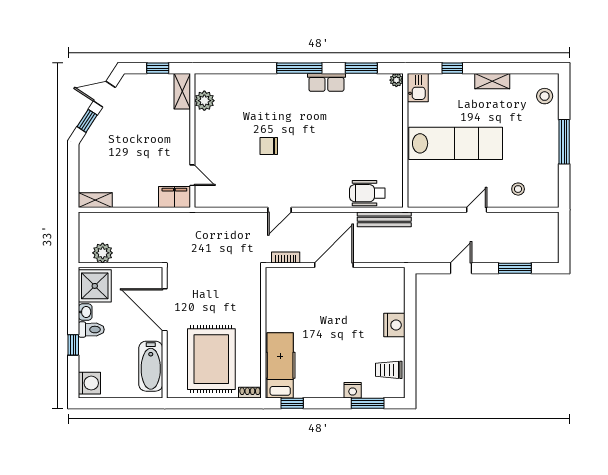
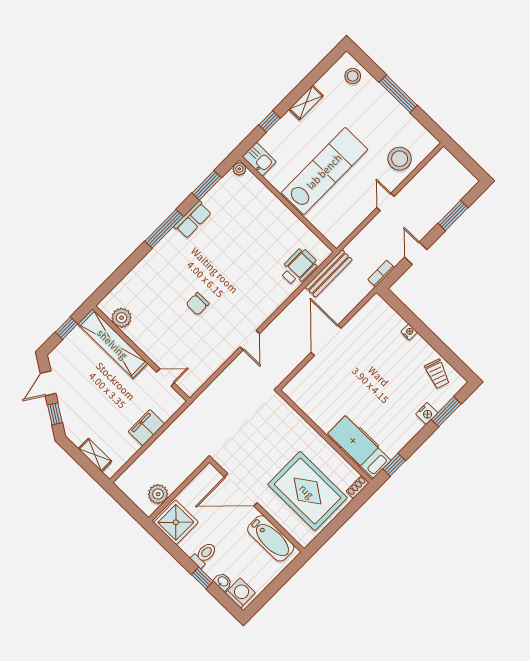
shelving: (182, 91) -> (113, 344), width x2.20, depth x1.33
stool: (518, 189) -> (400, 159), width x1.89, depth x1.89
wheelchair: (367, 193) -> (299, 267), turned 180
filing cabinet: (174, 197) -> (146, 428), moved
shelving: (95, 200) -> (95, 455), moved, turned 90
bookcase: (286, 257) -> (381, 273), moved
washbasin: (85, 312) -> (223, 582), moved
nightstand: (394, 325) -> (409, 332), width x0.53, depth x0.56
trolley: (389, 370) -> (437, 374), turned -70

